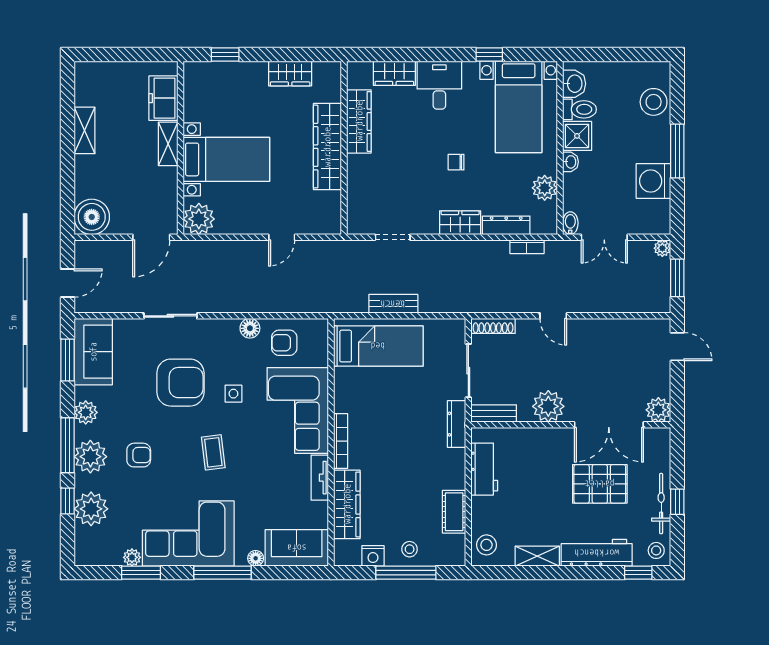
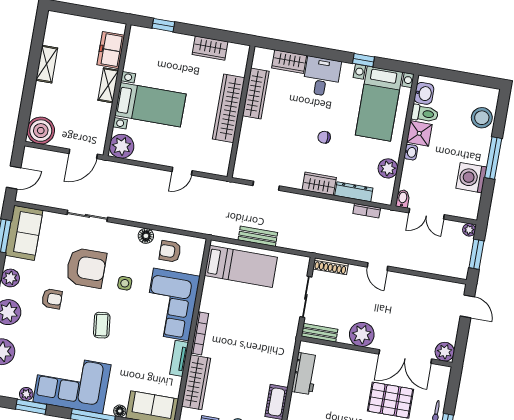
dresser: (457, 424) -> (290, 336), removed
armchair: (139, 455) -> (52, 299), moved

